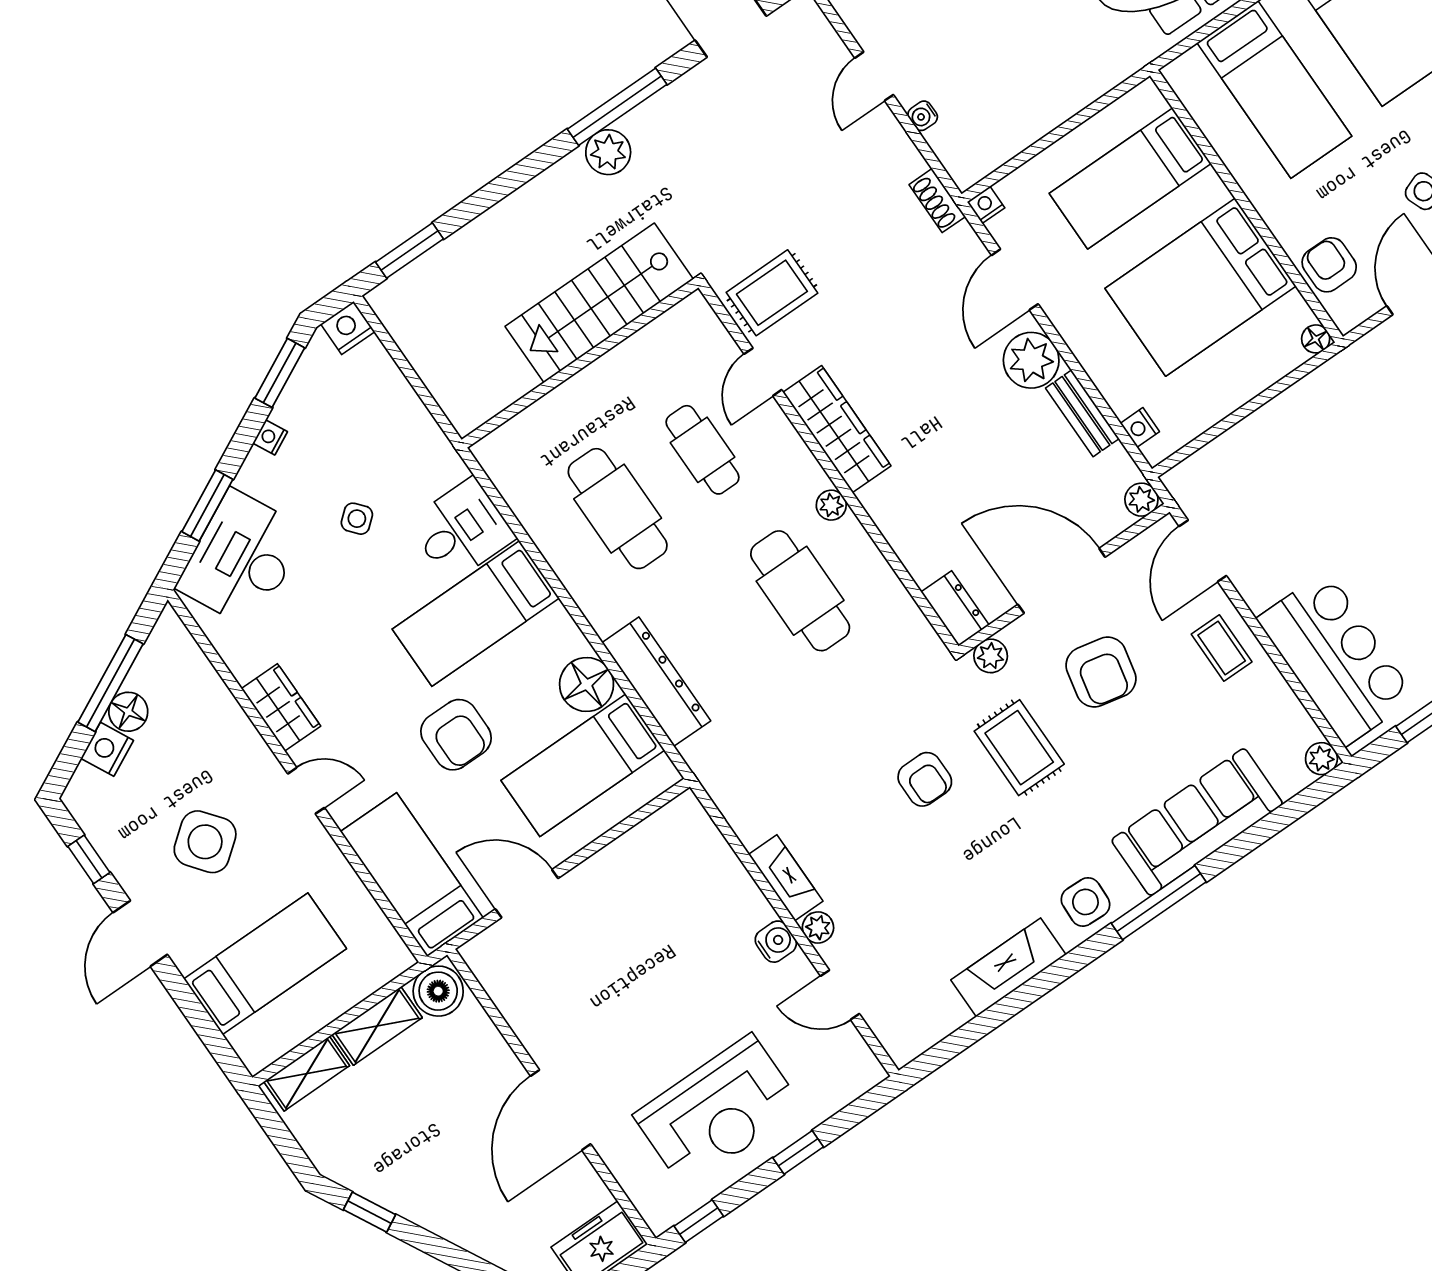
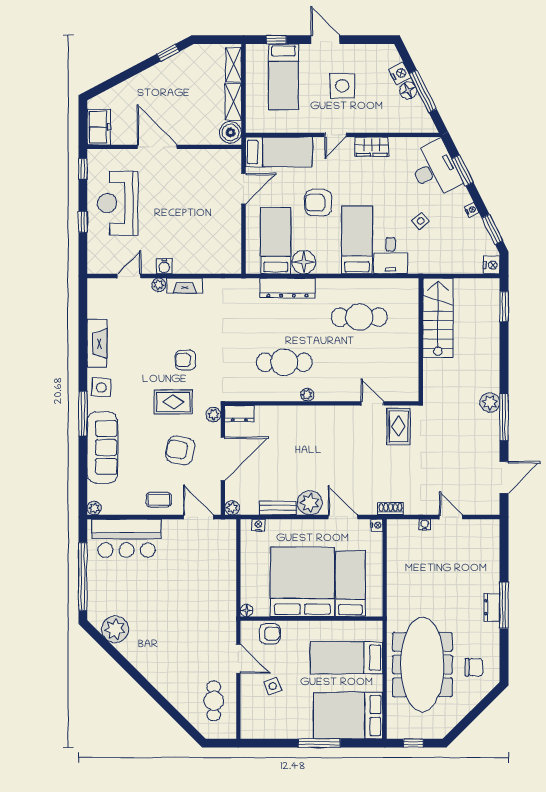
bed: (1200, 287) -> (302, 582), width x1.36
stairs: (599, 303) -> (438, 318), moved
wardrobe: (837, 429) -> (333, 416), removed
cafe table: (703, 450) -> (359, 362), removed
side table: (205, 842) -> (342, 86), turned 38
window: (89, 859) -> (276, 40), moved

